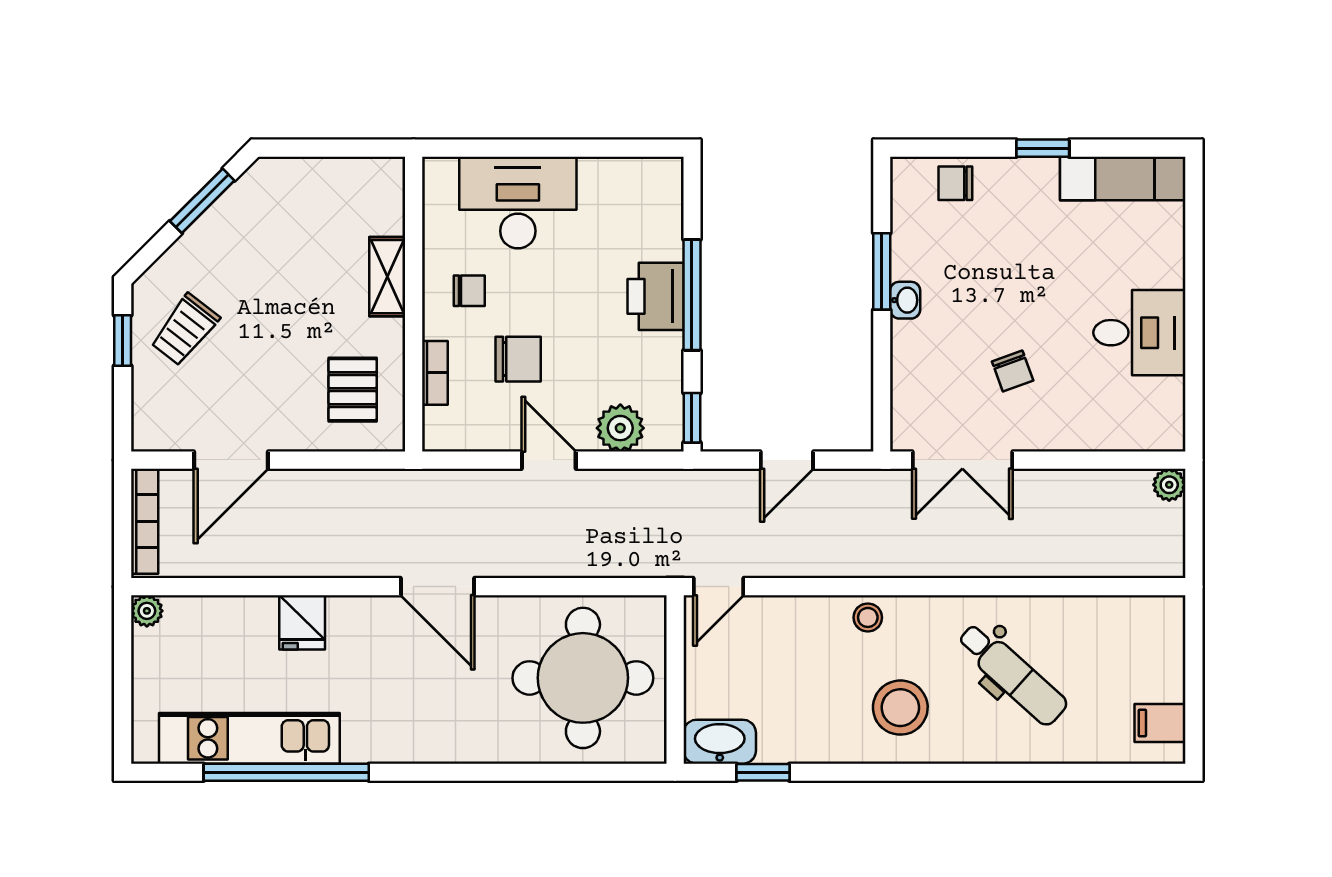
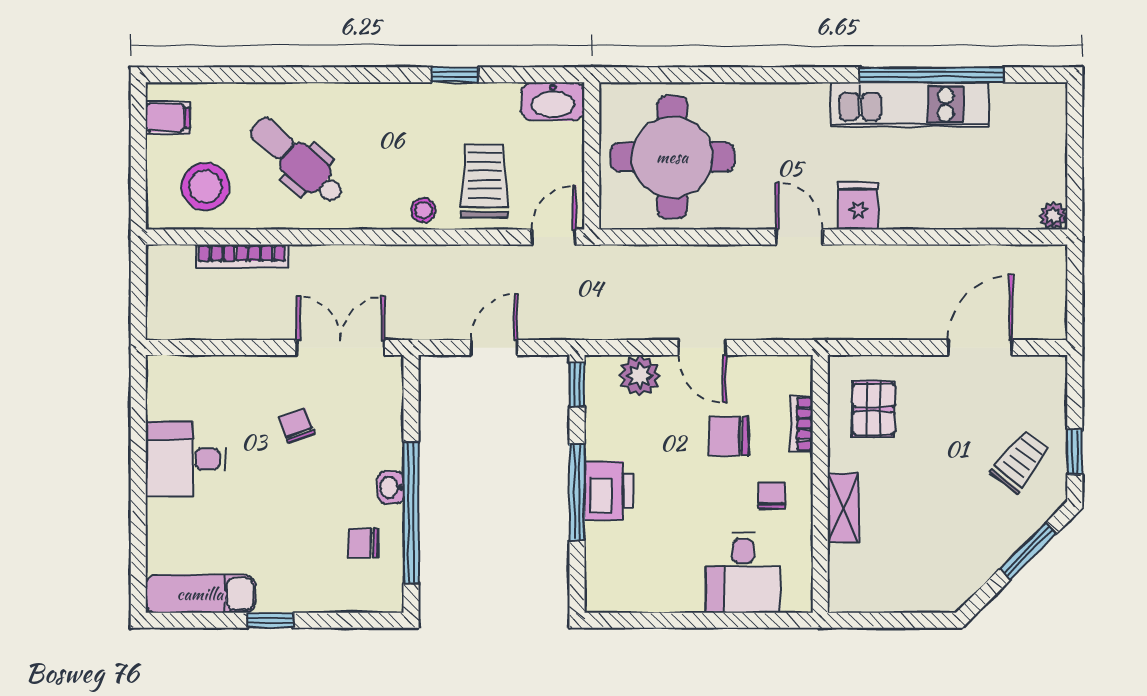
chair: (955, 183) -> (363, 543), moved, turned 180
window: (202, 201) -> (1028, 551), moved
desk: (518, 202) -> (743, 573), width x0.73
window: (882, 271) -> (411, 513), width x2.11
chair: (469, 291) -> (772, 496), turned 90
plant: (1169, 485) -> (160, 326), removed
bookcase: (145, 521) -> (242, 256), moved, turned -90
door: (438, 587) -> (799, 237), width x0.73
fridge: (302, 622) -> (858, 206), moved
trolley: (798, 651) -> (484, 181), added
stool: (900, 708) -> (205, 186), moved
kitchen unit: (249, 738) -> (909, 104), moved
window: (763, 772) -> (455, 75), moved

